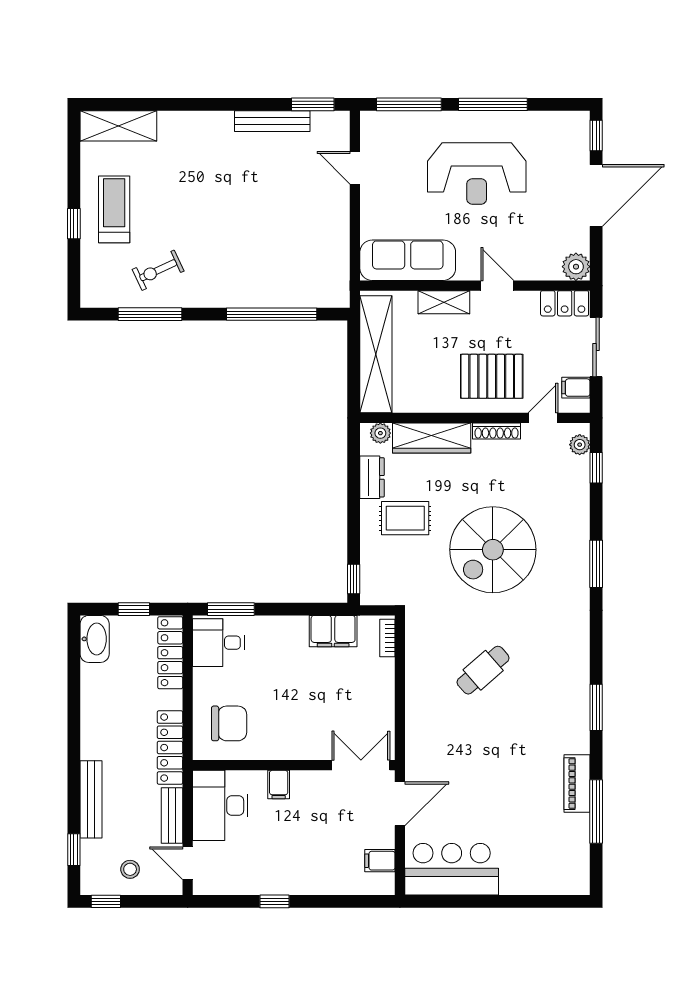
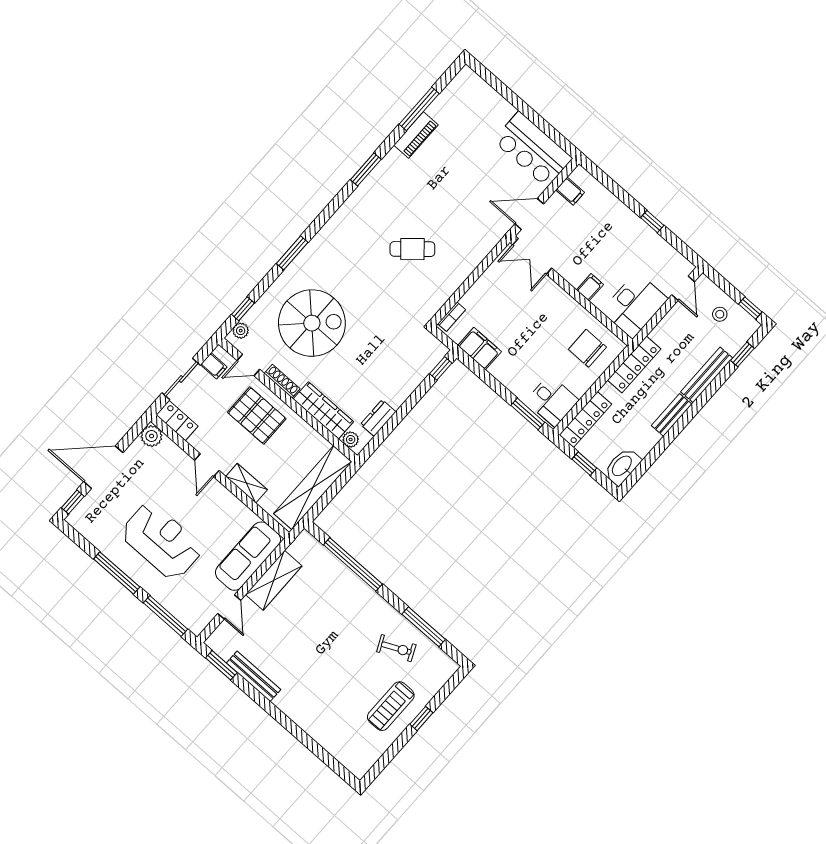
shelving: (118, 126) -> (274, 580), moved, turned 90
sofa: (408, 260) -> (248, 556), moved, turned 90
rug: (405, 518) -> (380, 377), removed
spiral stairs: (493, 550) -> (312, 323), moved
bench: (172, 815) -> (672, 415), moved

